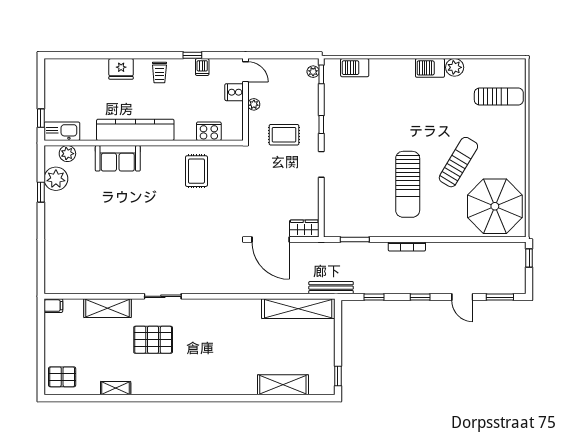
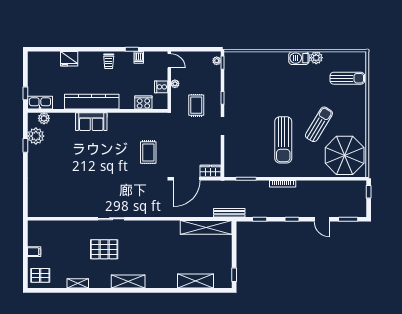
barbecue: (355, 68) -> (246, 58), removed
fridge: (121, 69) -> (69, 59), moved
cooker: (234, 92) -> (161, 87), moved
rug: (284, 135) -> (196, 105), turned 90
sofa: (118, 158) -> (91, 122), moved
rug: (196, 171) -> (148, 152), moved
door: (271, 239) -> (187, 179), hinge flipped
filing cabinet: (53, 306) -> (34, 252), moved
shelving: (107, 308) -> (128, 281), moved

